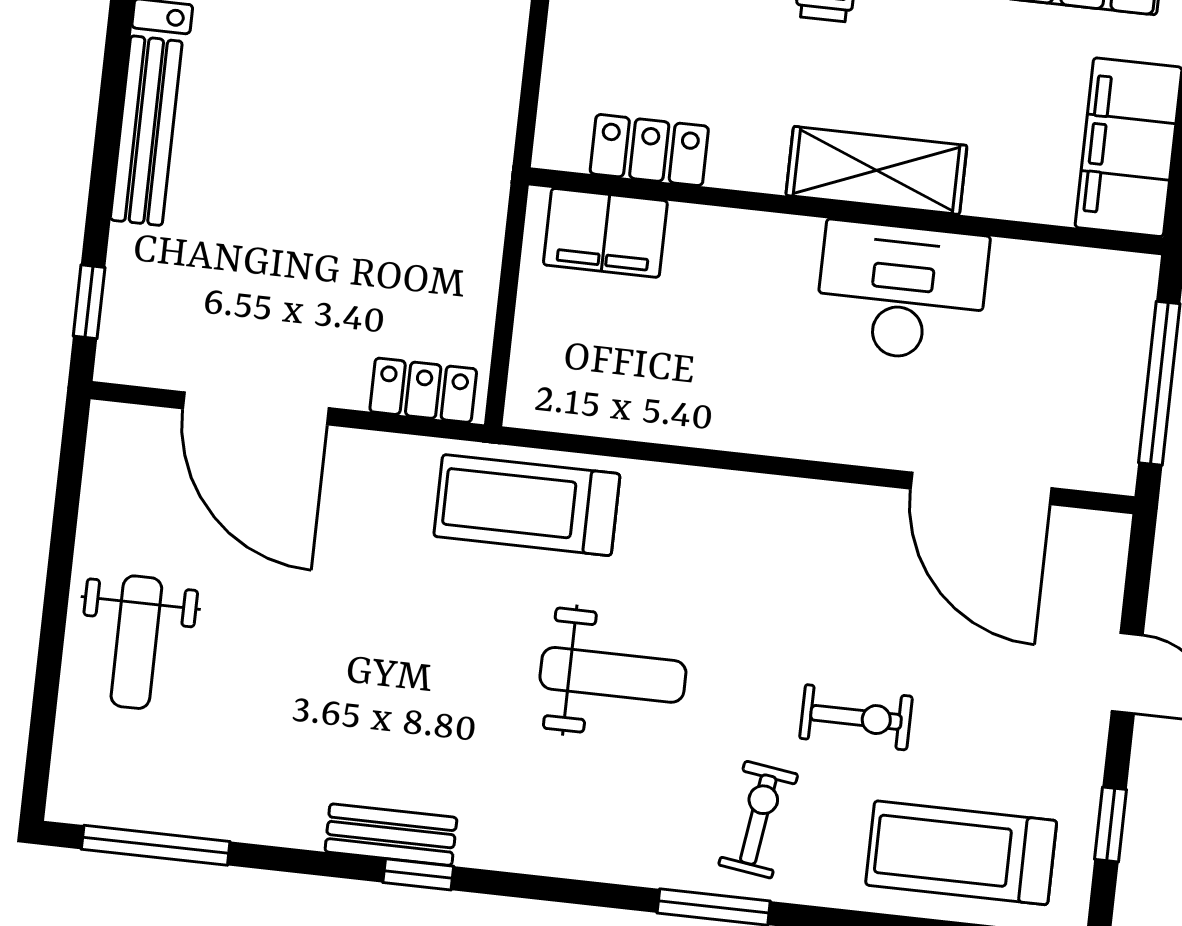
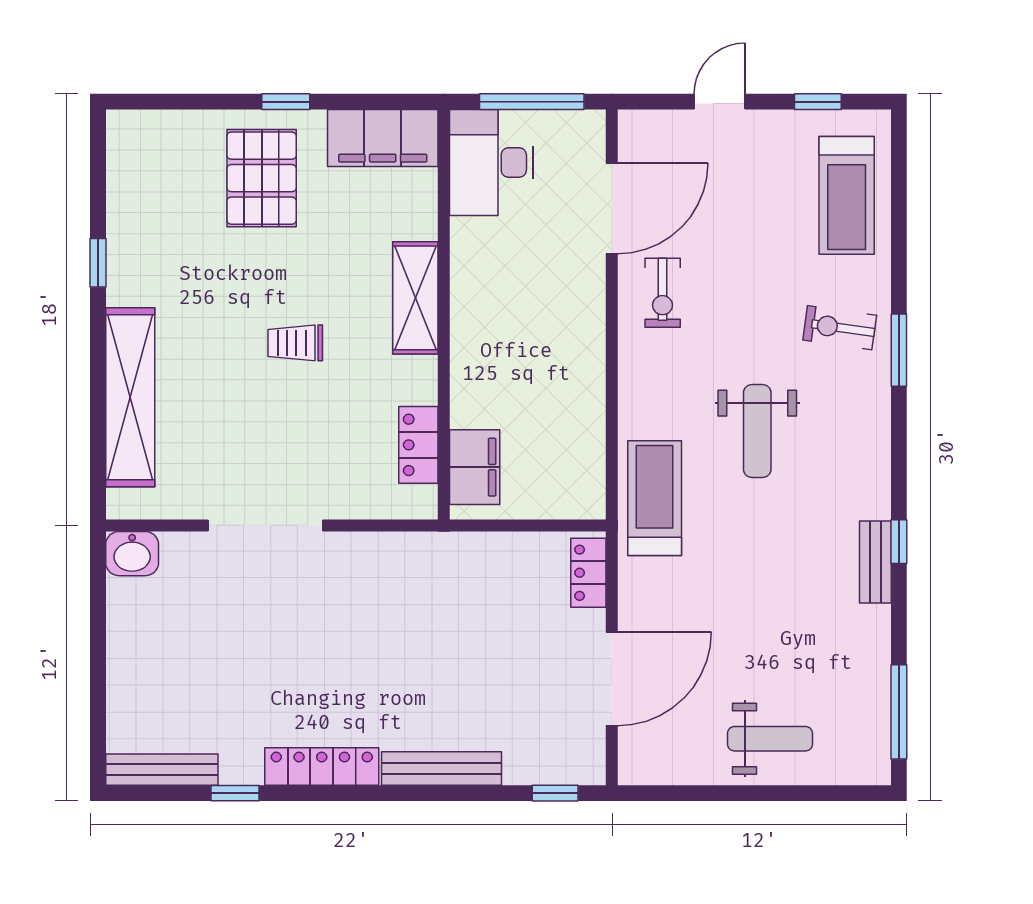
desk: (902, 292) -> (491, 163), moved
treadmill: (527, 505) -> (655, 498), turned 180
weight bench: (613, 675) -> (757, 431), turned 180
exercise bike: (856, 717) -> (663, 293), moved, turned 180

